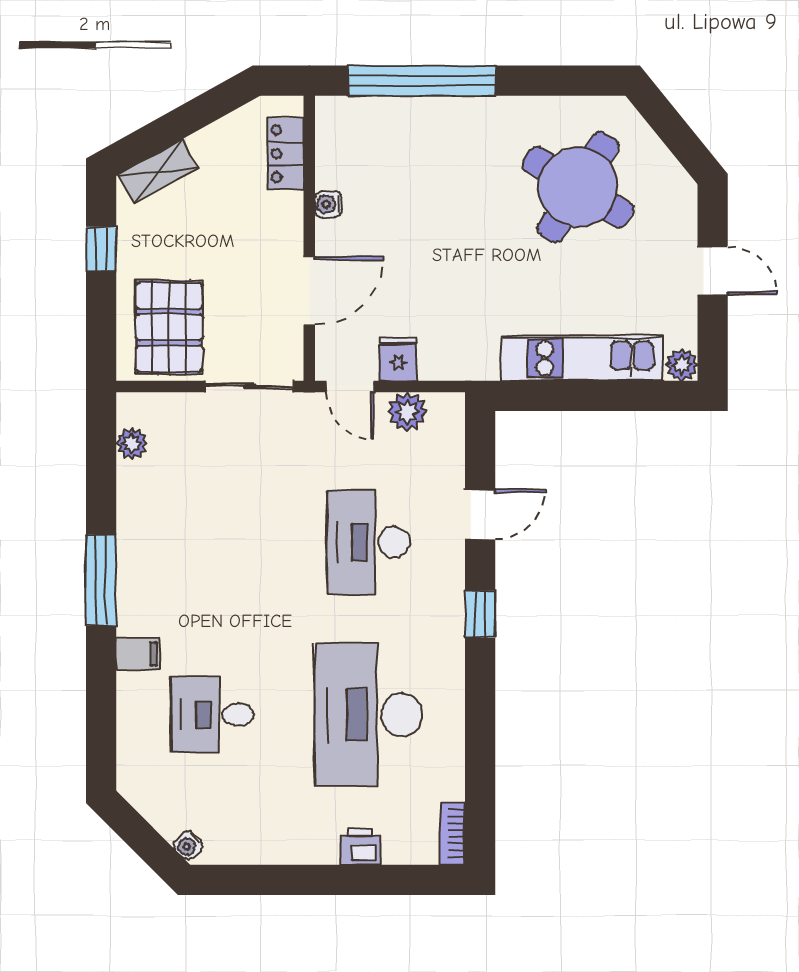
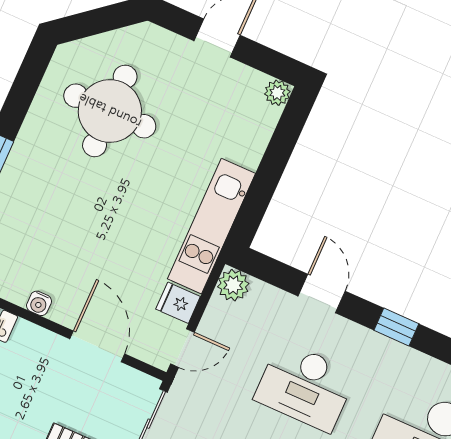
round table: (578, 187) -> (110, 111), turned -32
kitchen unit: (582, 358) -> (211, 226), moved
plant: (407, 412) -> (233, 285), moved

